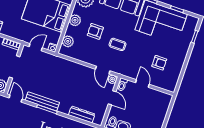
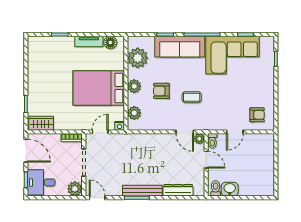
armchair: (159, 63) -> (257, 115), moved
door: (142, 84) -> (235, 132), swing flipped
bench: (42, 101) -> (142, 191), moved

